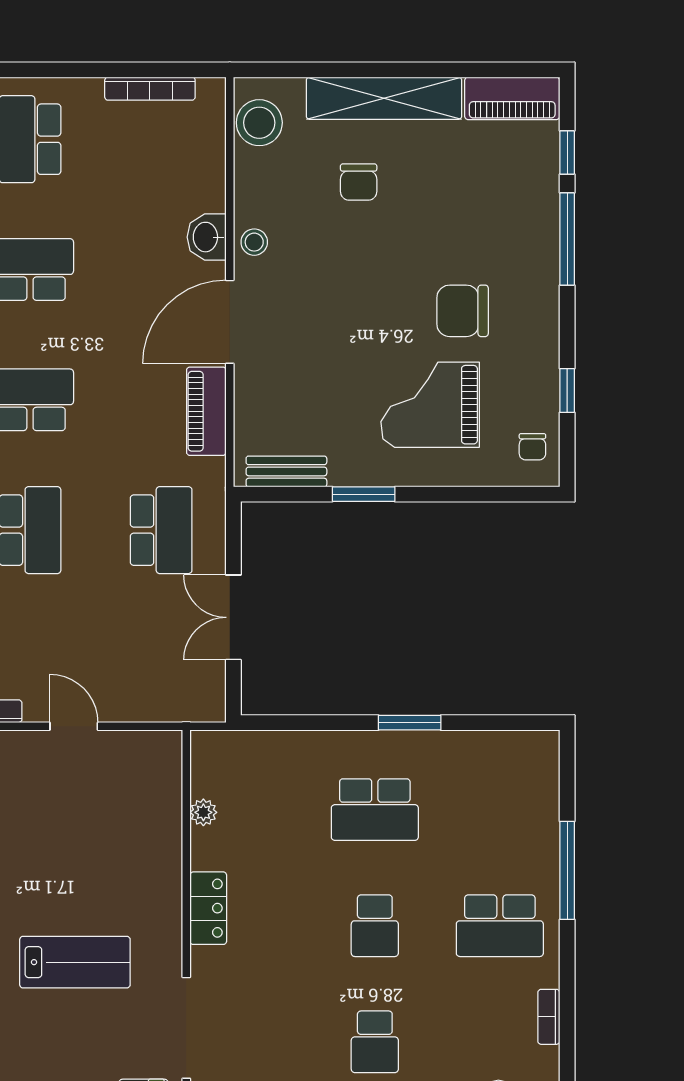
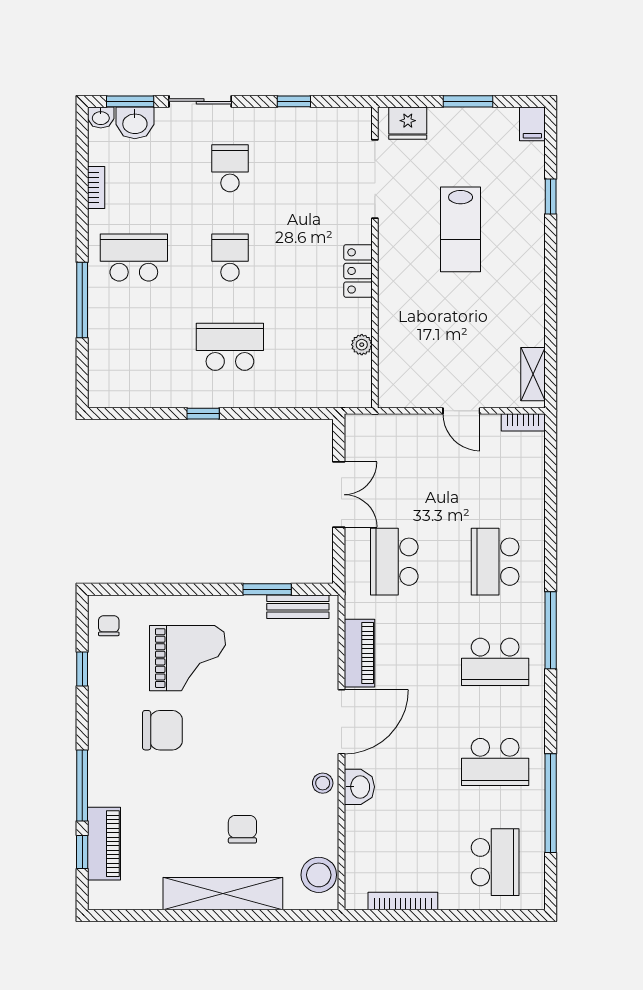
piano: (512, 98) -> (104, 844), moved, turned 90
window: (364, 494) -> (267, 589), moved
window: (410, 723) -> (203, 414), width x0.67
lab bench: (75, 962) -> (461, 229), turned -90

